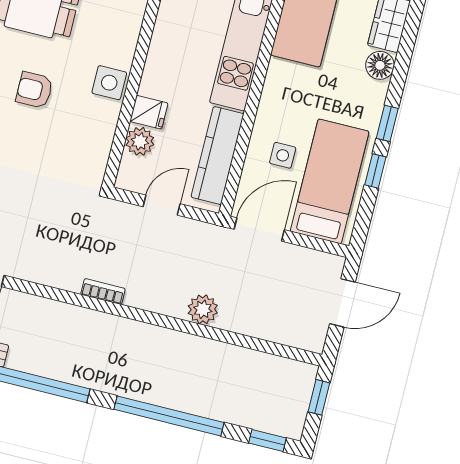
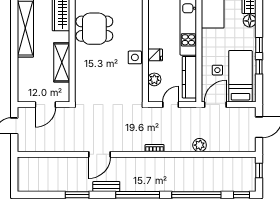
armchair: (34, 90) -> (103, 69), removed
fridge: (149, 112) -> (155, 55), moved

